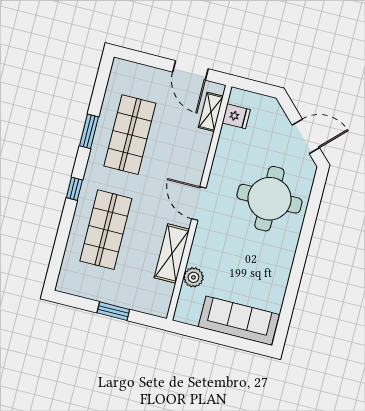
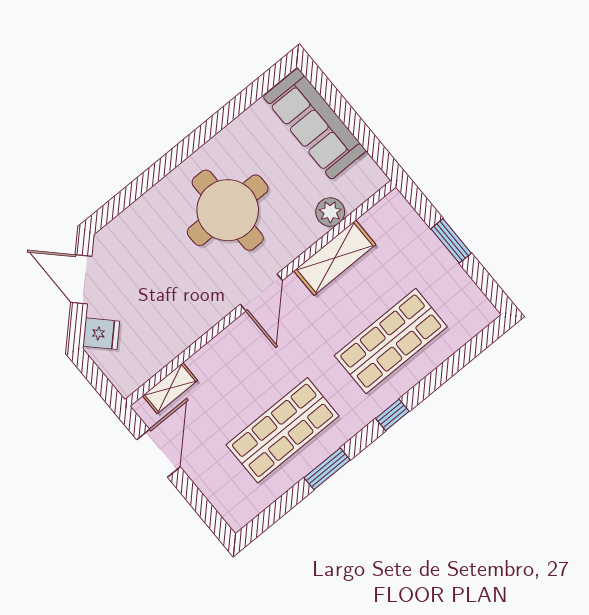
fridge: (236, 116) -> (101, 334), moved, turned 135
round table: (269, 199) -> (228, 210), moved

